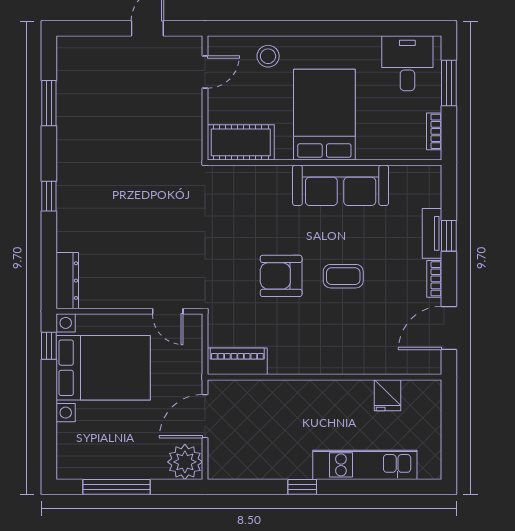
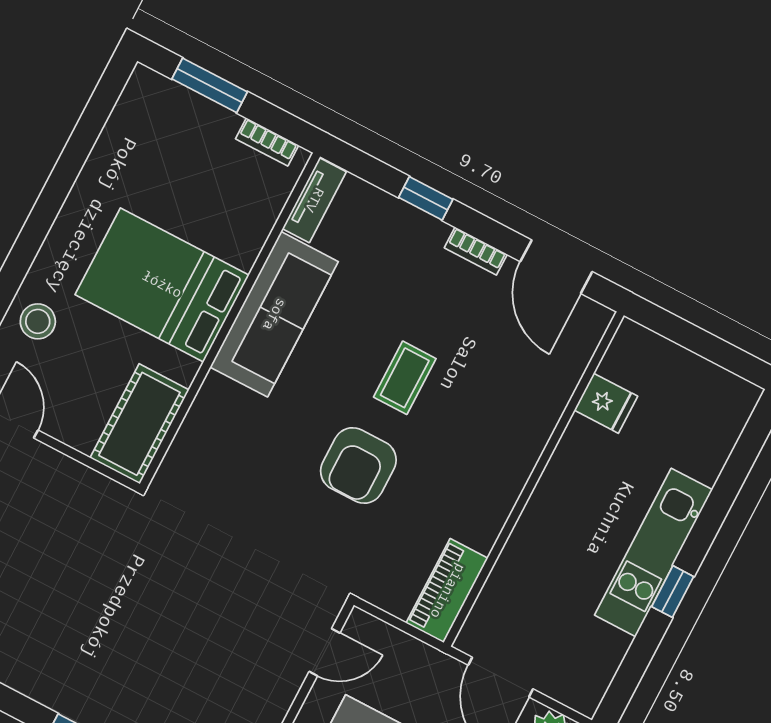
desk: (407, 63) -> (151, 129), removed
tv unit: (432, 233) -> (314, 200), moved, turned -90
kitchen unit: (365, 465) -> (653, 552), moved

